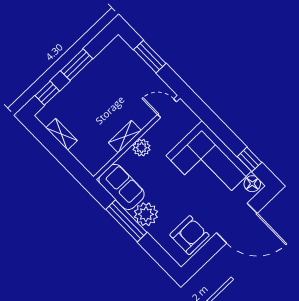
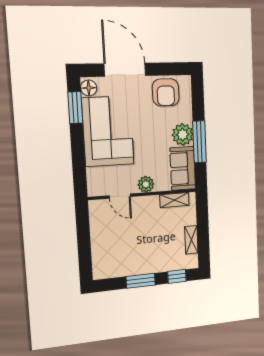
window: (150, 57) -> (84, 245), removed
door: (167, 108) -> (120, 196), moved
shelving: (125, 137) -> (174, 200), moved
window: (249, 159) -> (75, 108), width x1.50
armchair: (189, 235) -> (166, 92), turned -90

